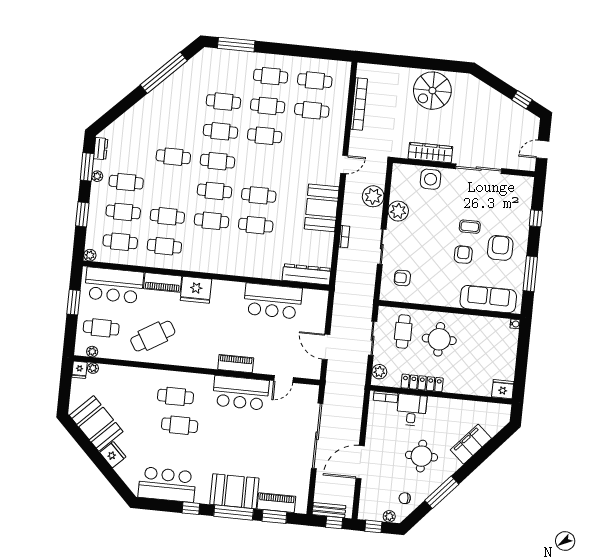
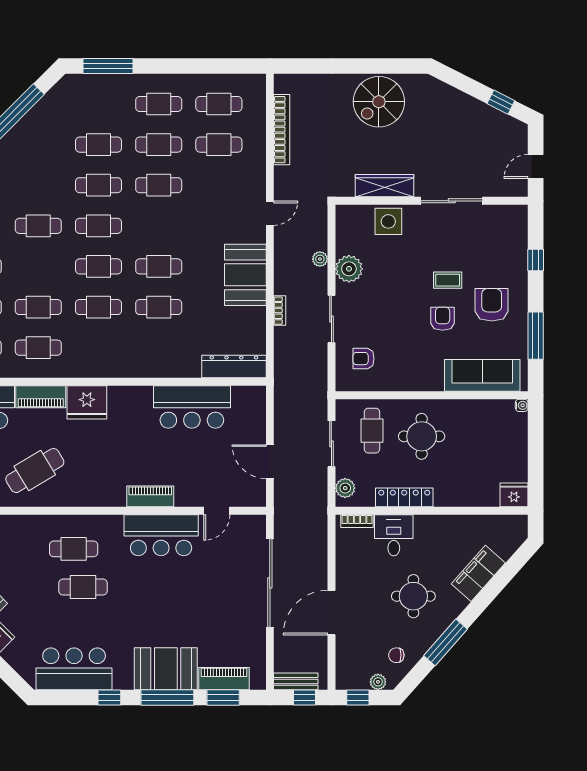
plant: (373, 196) -> (320, 259), width x0.53, depth x0.53

